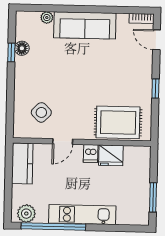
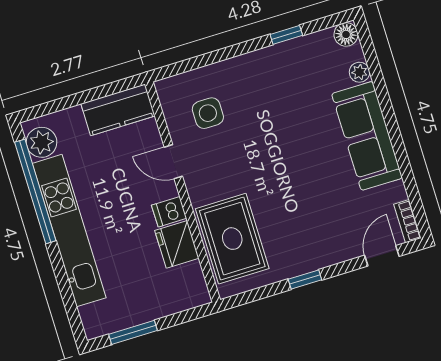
floor lamp: (22, 48) -> (346, 34), moved
side table: (41, 112) -> (208, 113), turned 45
kitchen unit: (82, 215) -> (69, 231), width x1.36

